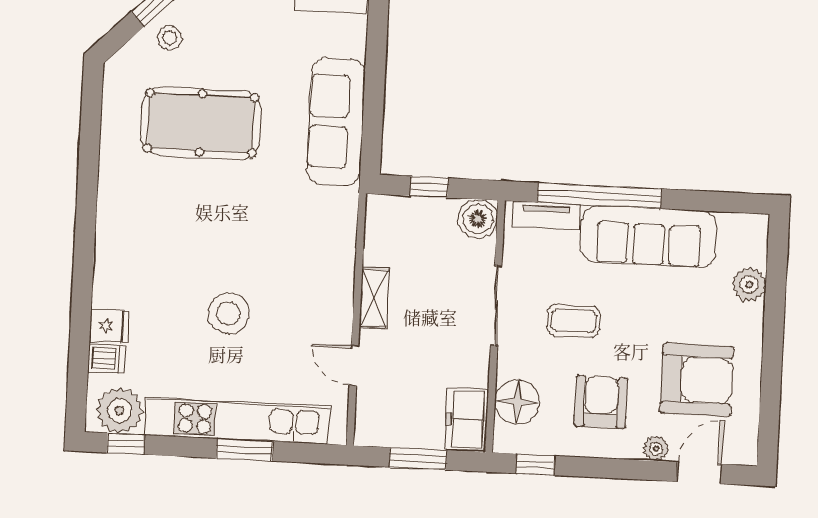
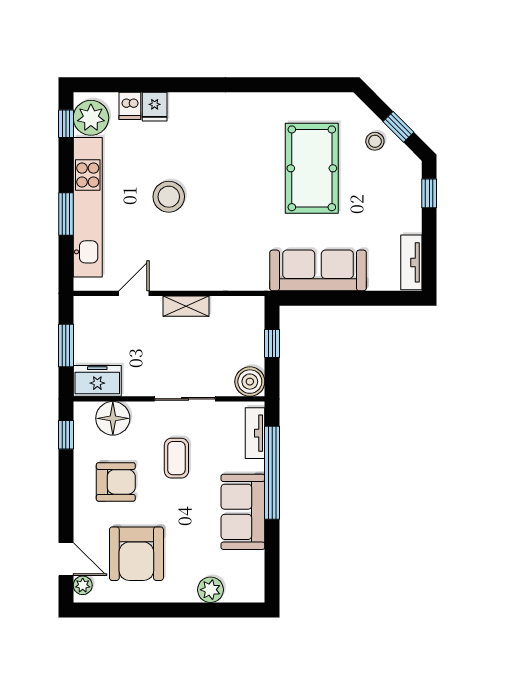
sofa: (649, 237) -> (243, 512), width x0.73
plant: (656, 449) -> (83, 585), moved

